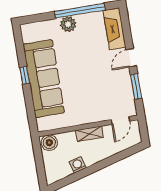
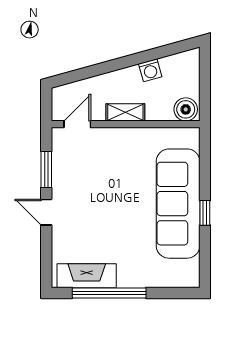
plant: (68, 24) -> (129, 276), removed
fireplace: (114, 29) -> (87, 276), moved, turned -90
door: (131, 58) -> (46, 212), swing flipped

